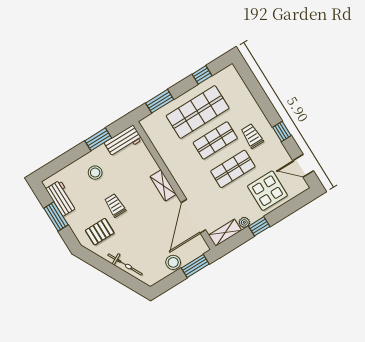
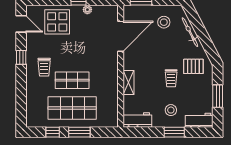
window: (160, 101) -> (79, 132), moved
window: (98, 139) -> (174, 132), moved
shop shelf: (233, 169) -> (72, 52), removed
shelving: (163, 185) -> (128, 83), moved
workbench: (61, 198) -> (199, 120), moved, turned 90
shelving: (225, 233) -> (106, 11), removed
stool: (173, 262) -> (164, 22), moved

